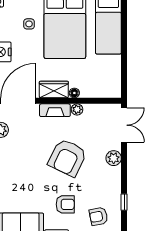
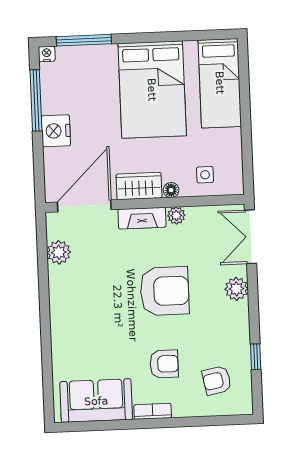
side table: (29, 24) -> (205, 175), moved
double door: (124, 125) -> (251, 237), swing flipped
armchair: (67, 158) -> (165, 291), turned -116

